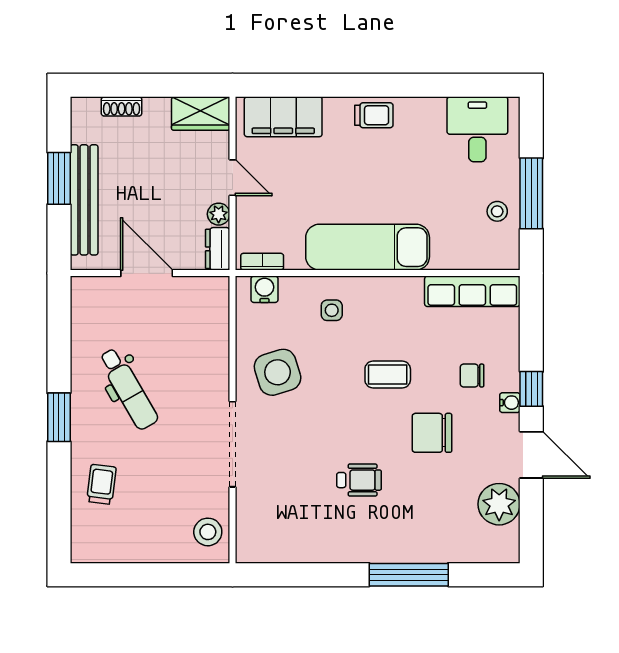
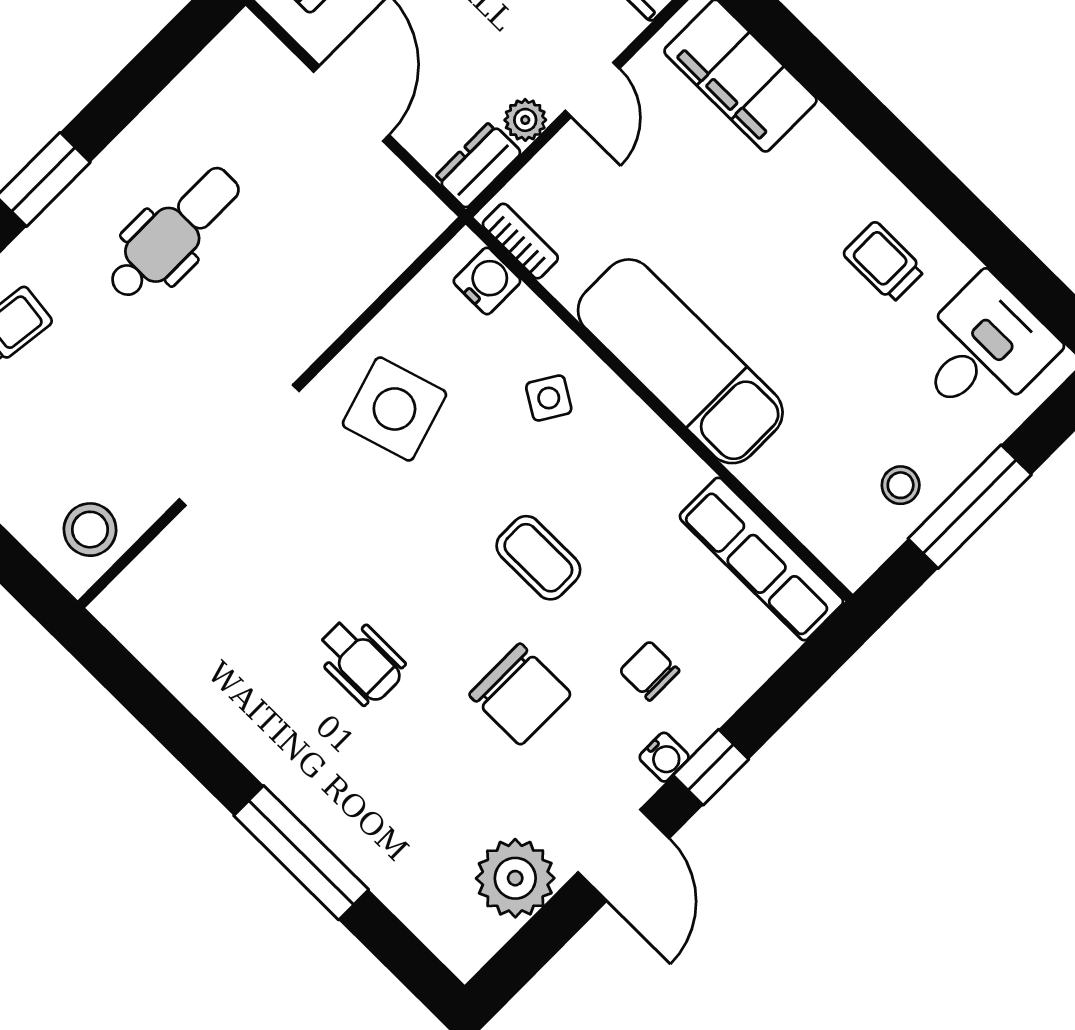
trolley: (374, 115) -> (884, 262), moved, turned 180
side table: (332, 310) -> (549, 398), turned 32
dental chair: (128, 389) -> (173, 233), turned -150
chair: (432, 433) -> (520, 694), turned 180

